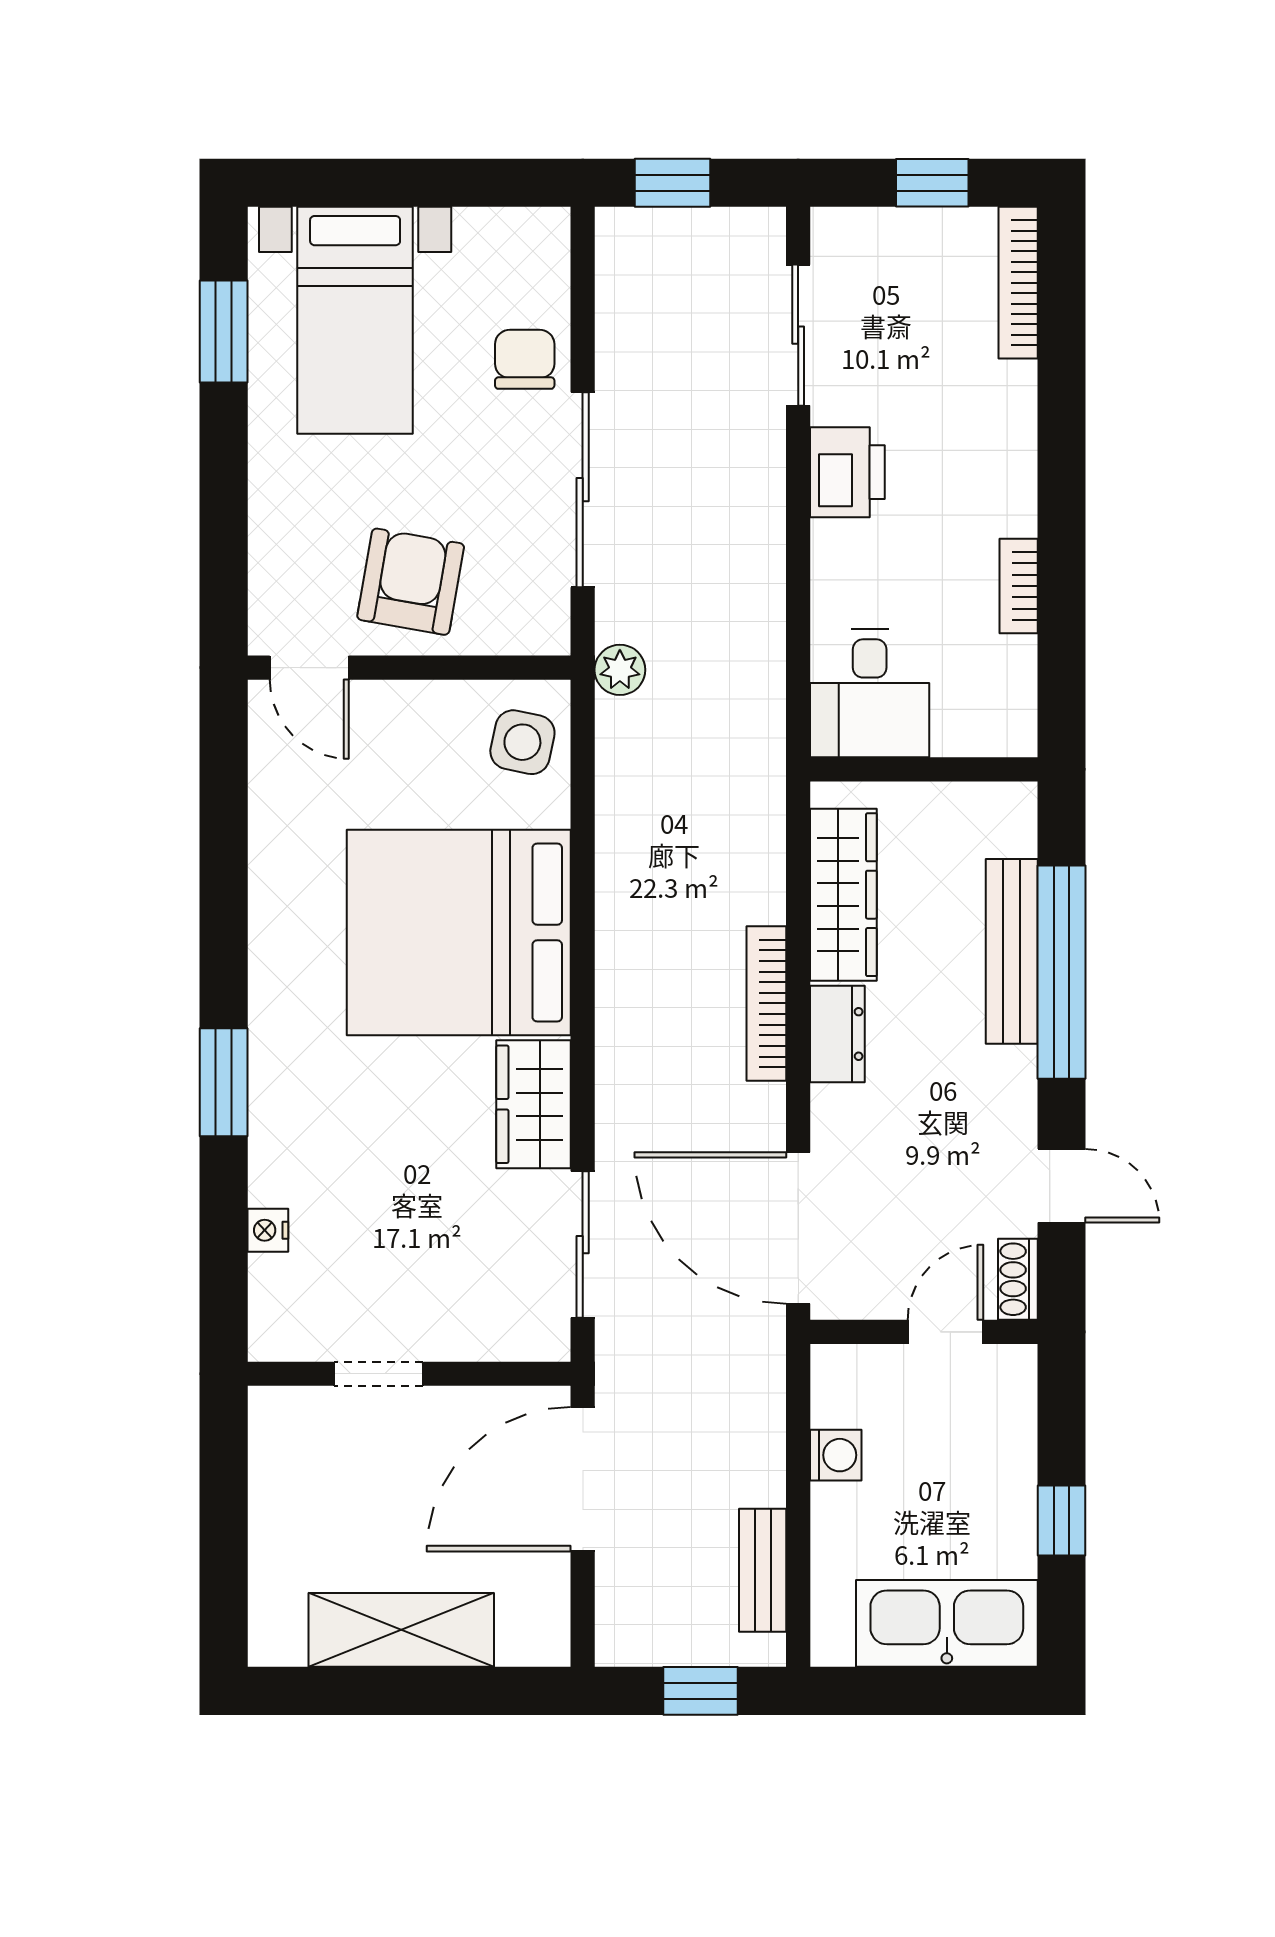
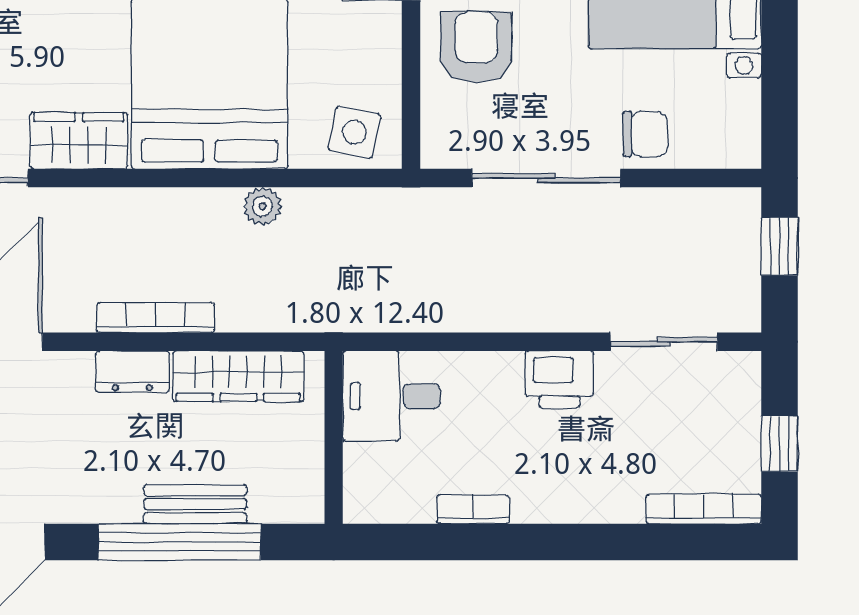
armchair: (411, 582) -> (476, 47), turned -100
plant: (620, 670) -> (262, 206), moved
bench: (1012, 951) -> (195, 504), width x0.73

